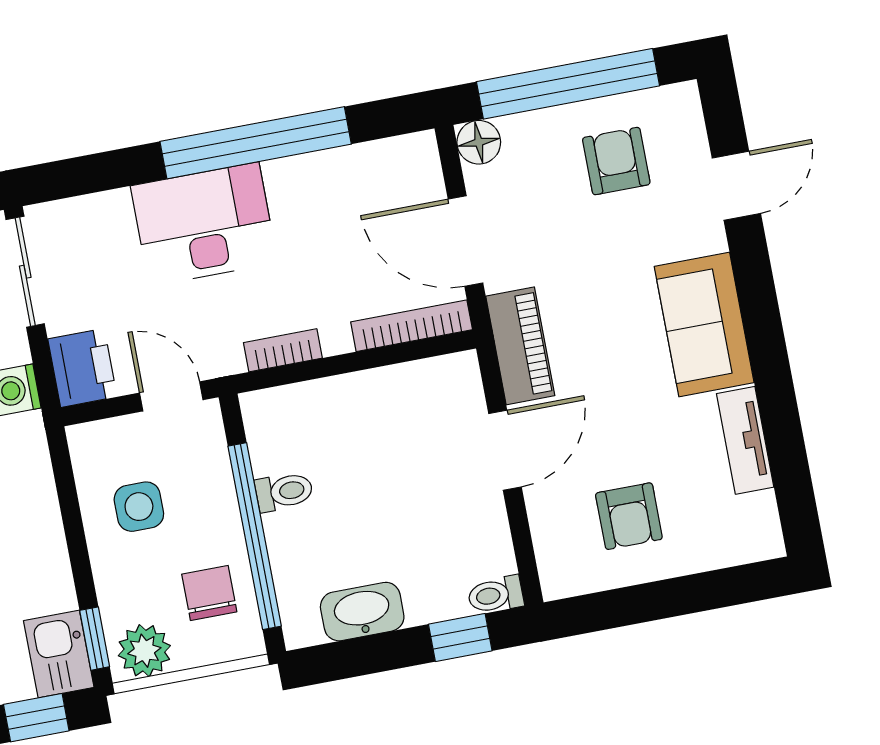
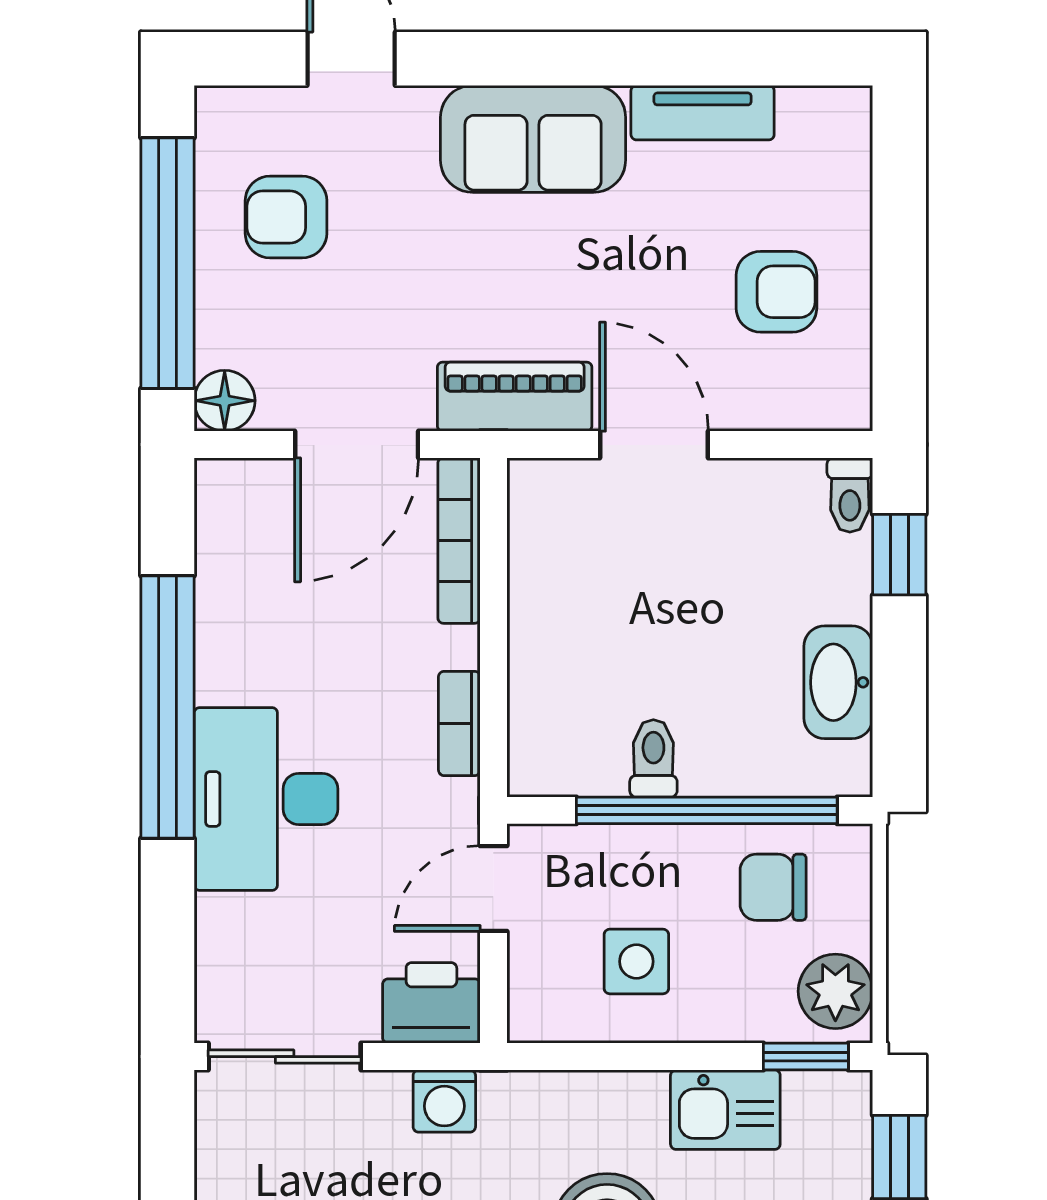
kitchen sink: (59, 654) -> (725, 1110), moved

